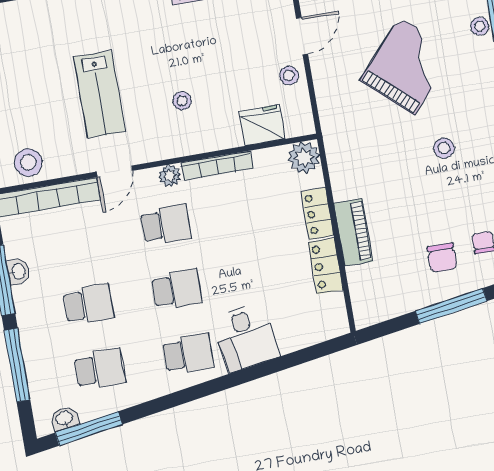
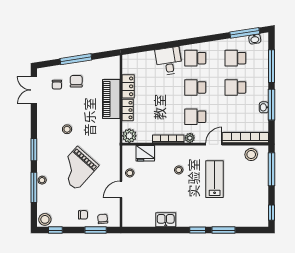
piano: (353, 232) -> (111, 99), width x1.37, depth x1.33

